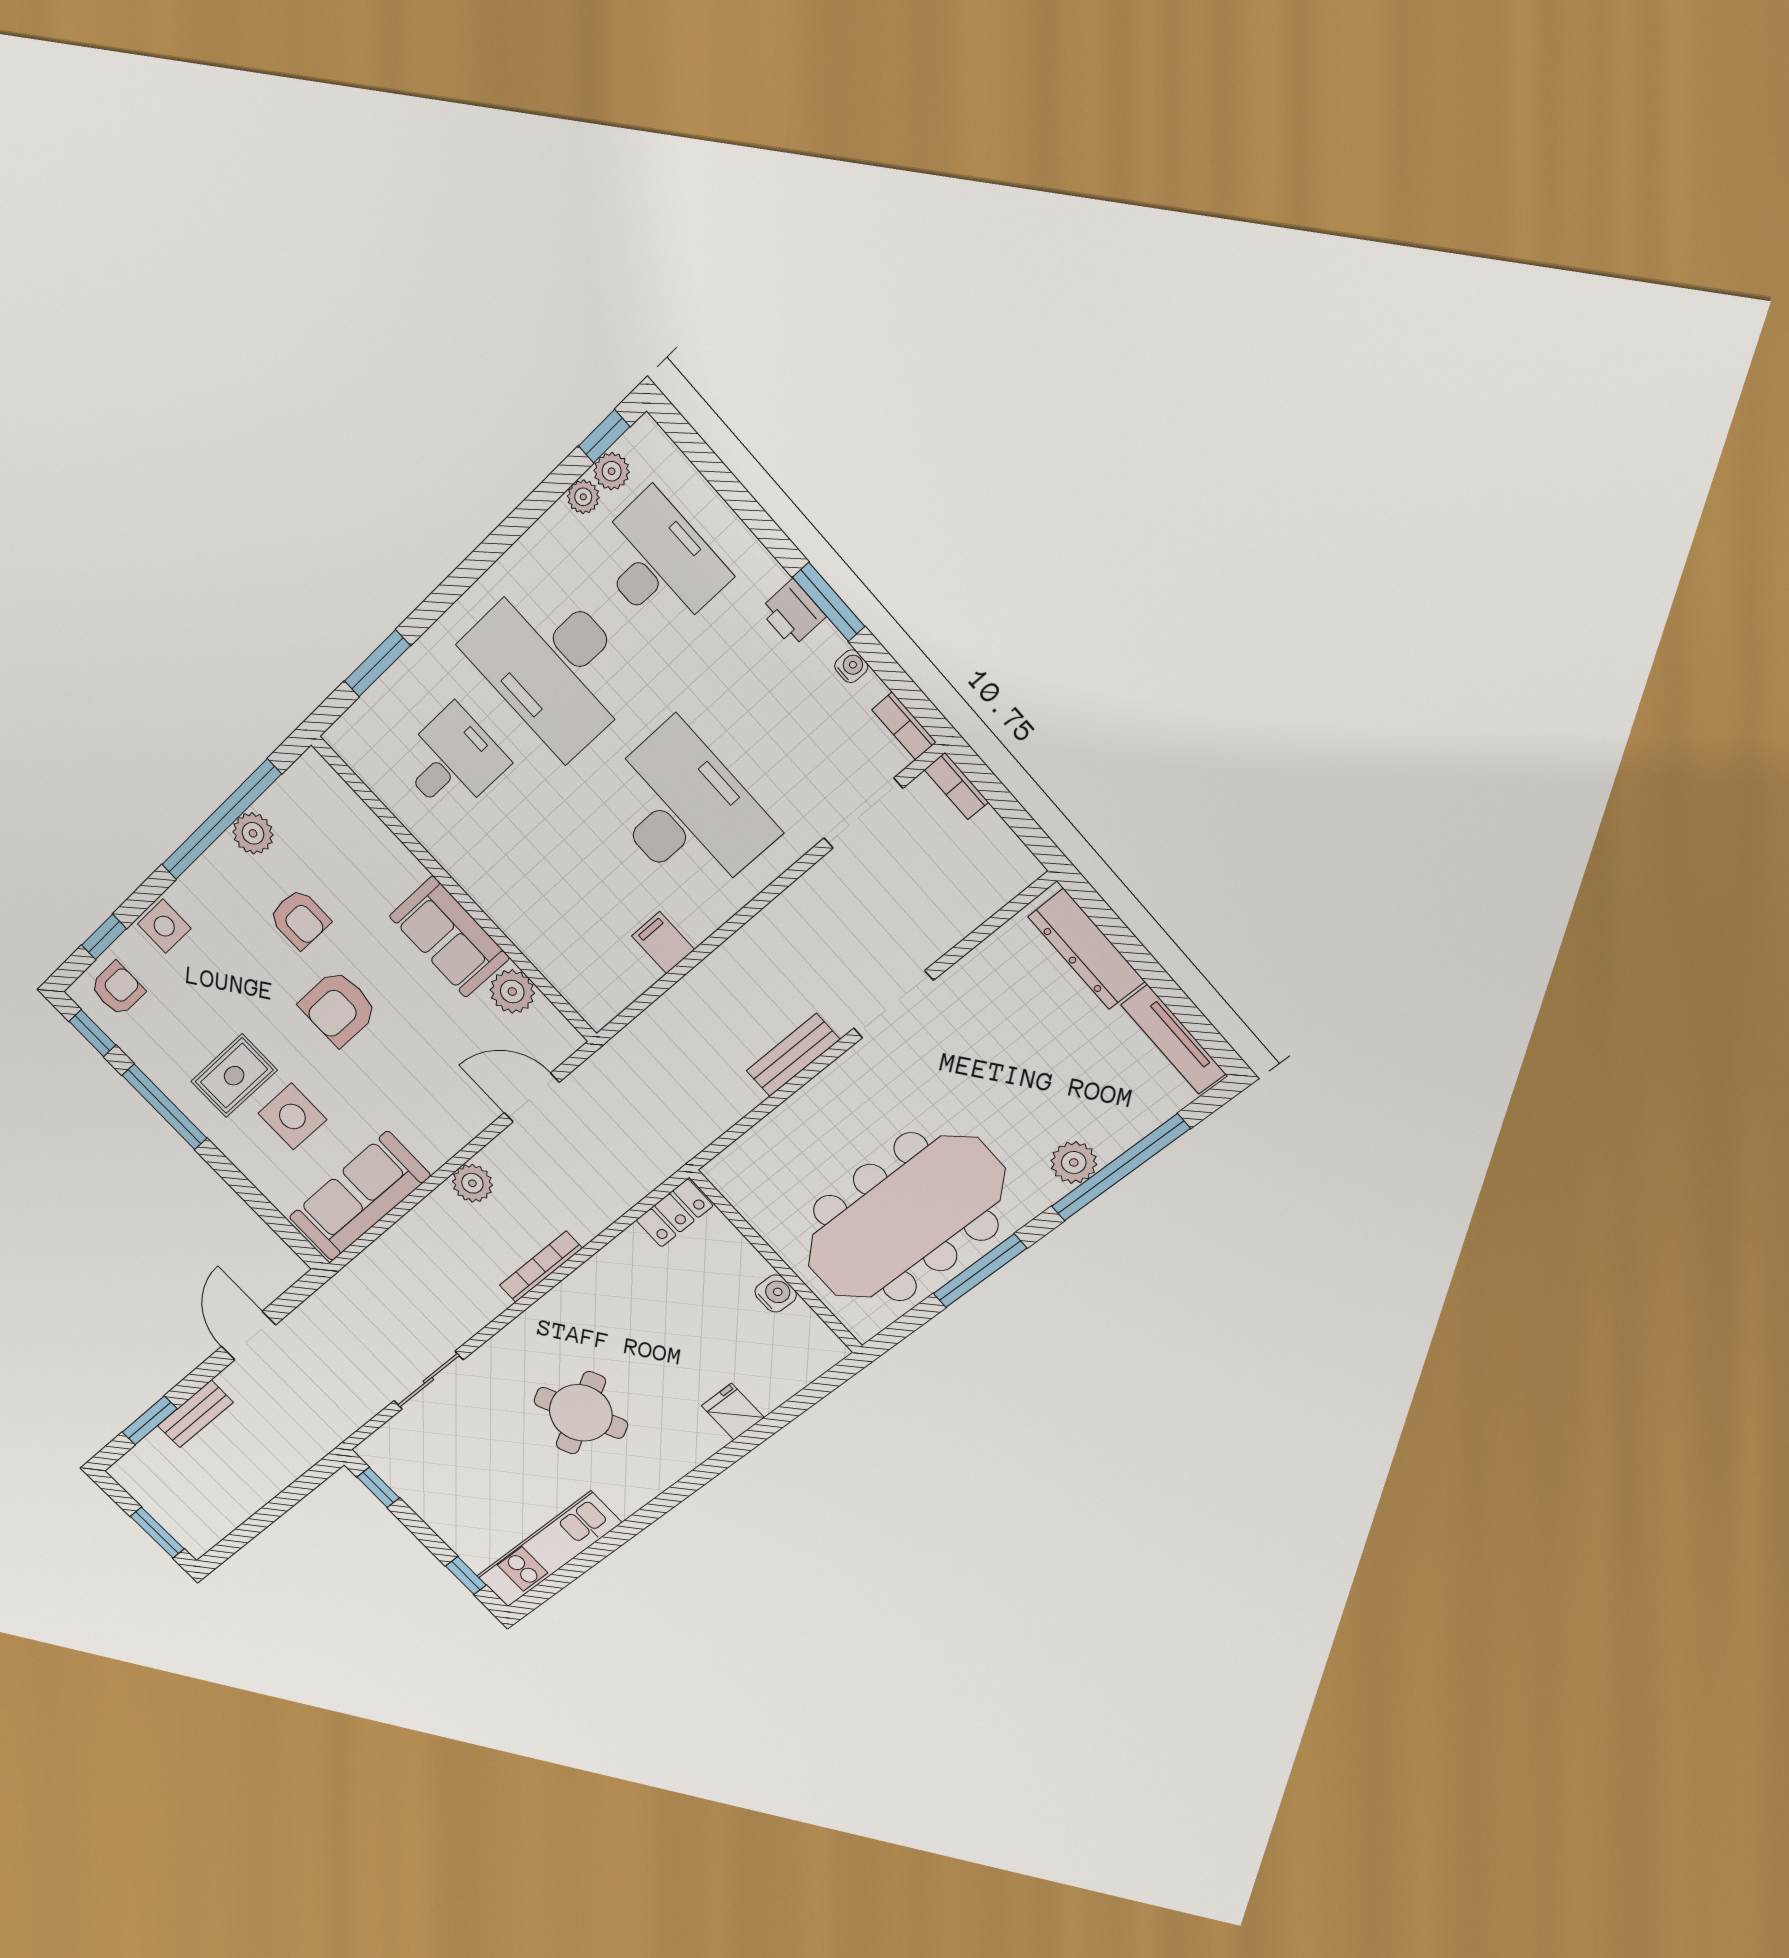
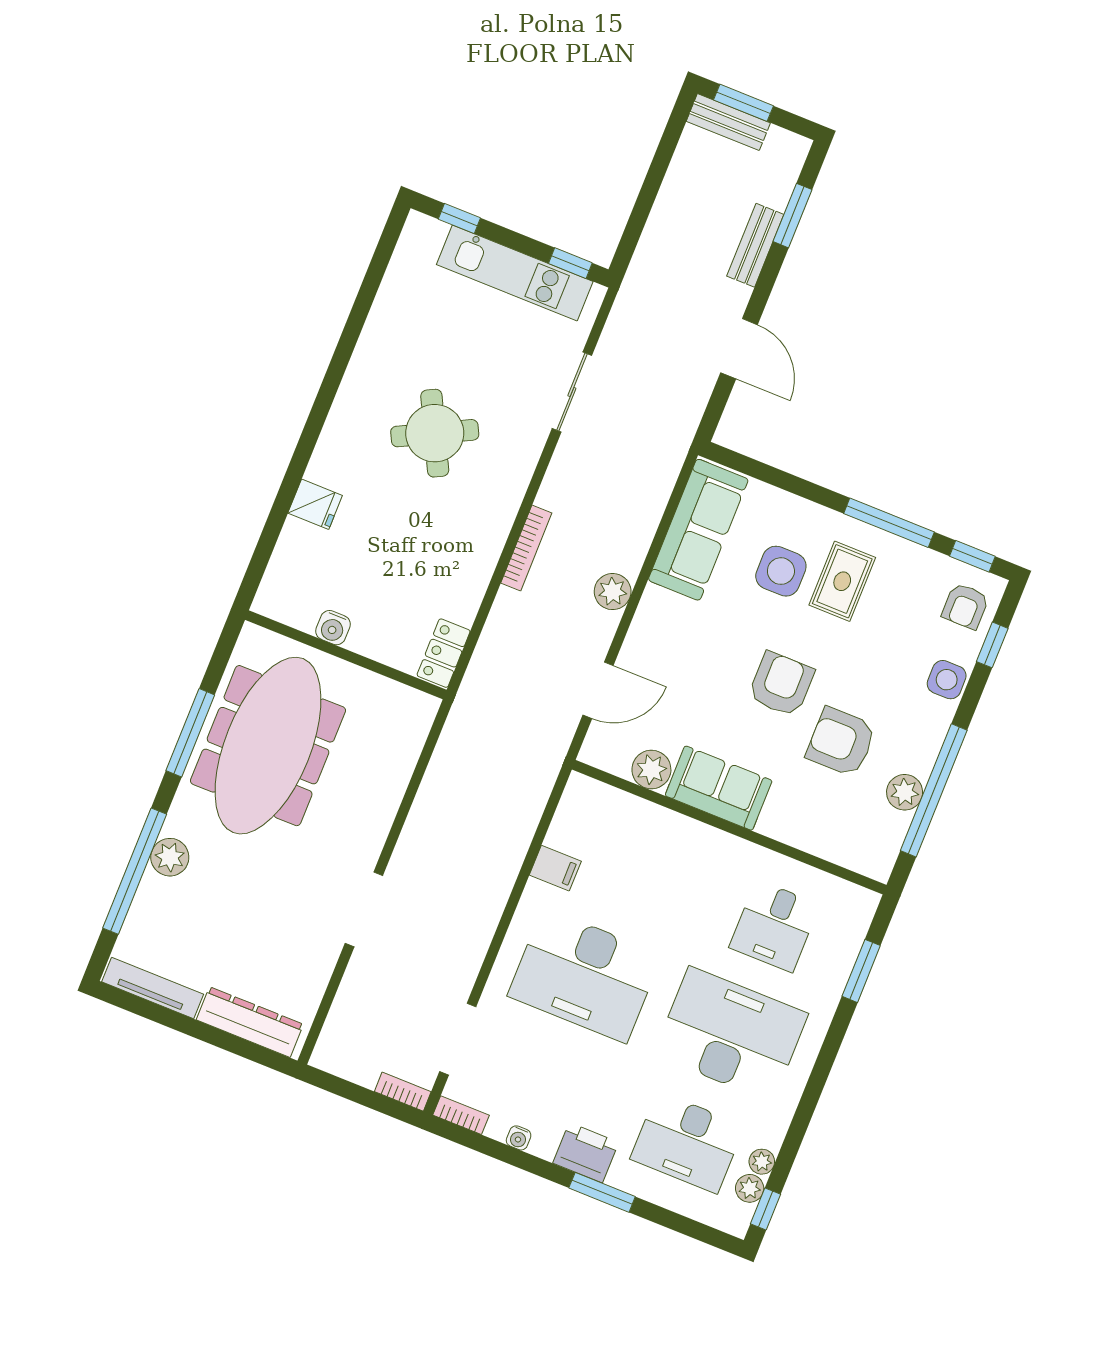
window: (829, 602) -> (602, 1192), moved
printer: (793, 613) -> (586, 1153), width x1.36, depth x1.24
armchair: (300, 919) -> (841, 742), width x1.38, depth x1.38
bench: (793, 1055) -> (728, 122), moved, turned 90
kitchen unit: (549, 1550) -> (515, 273), moved, turned 90

